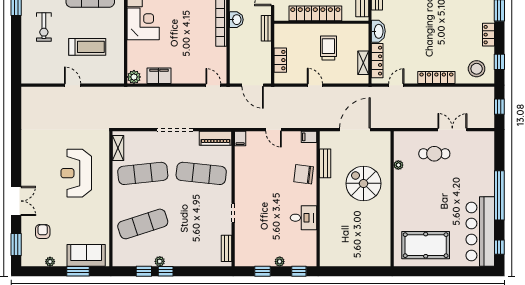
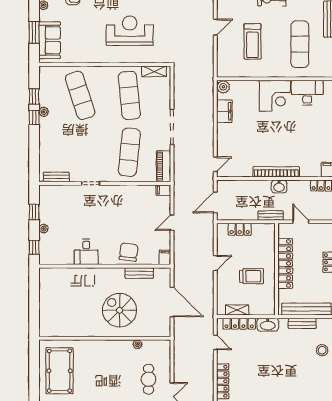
spiral stairs: (363, 183) -> (120, 310), turned -90

